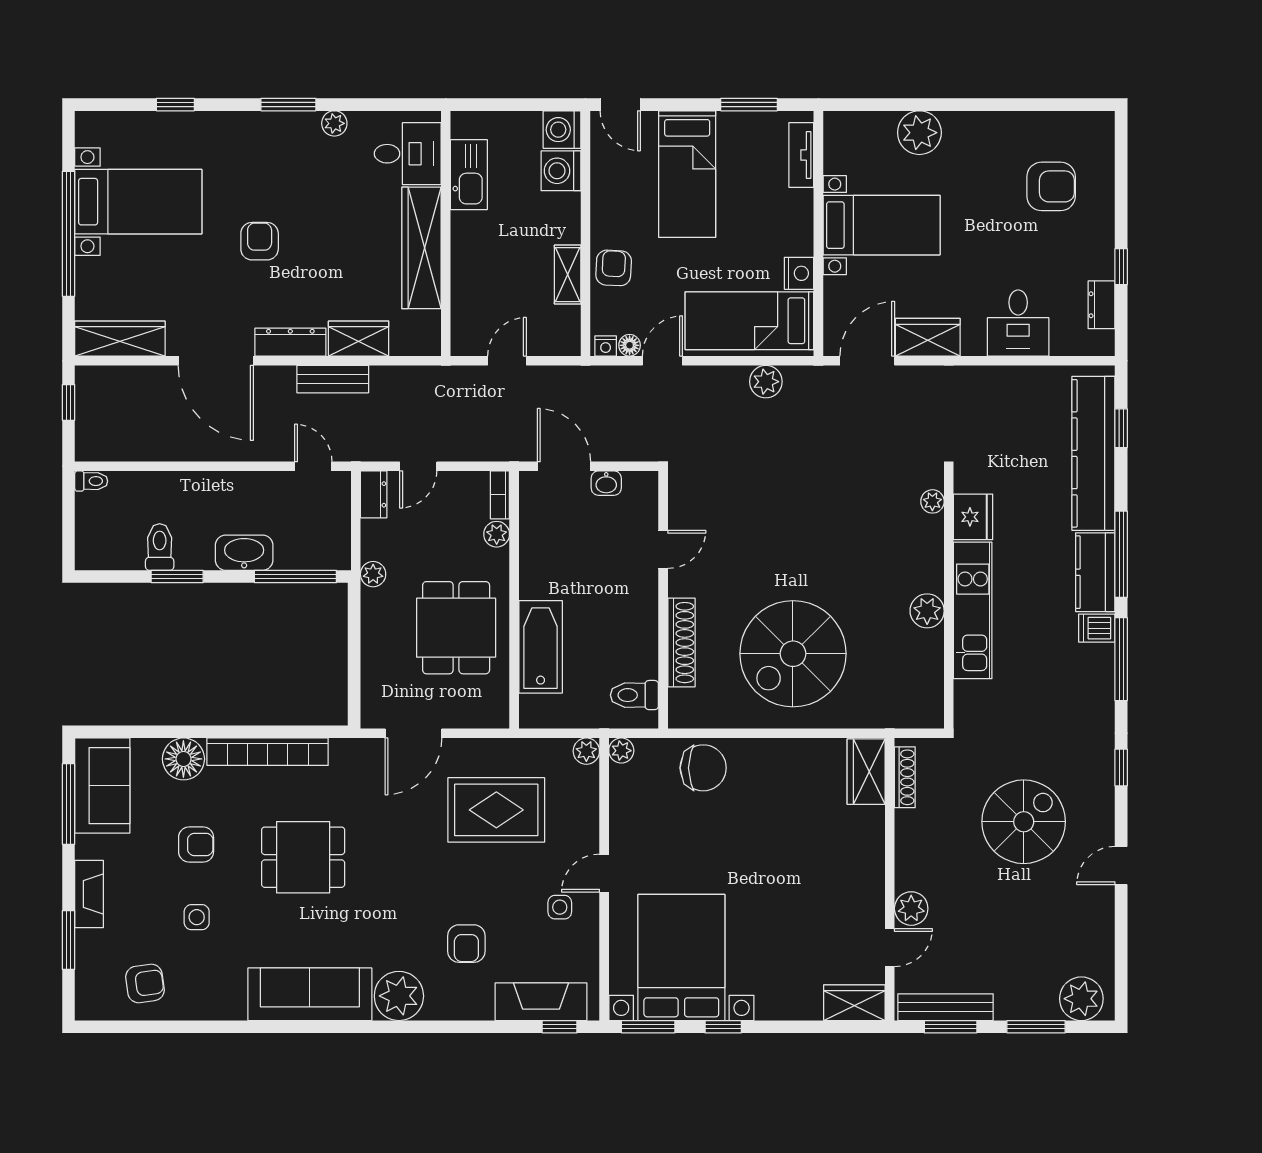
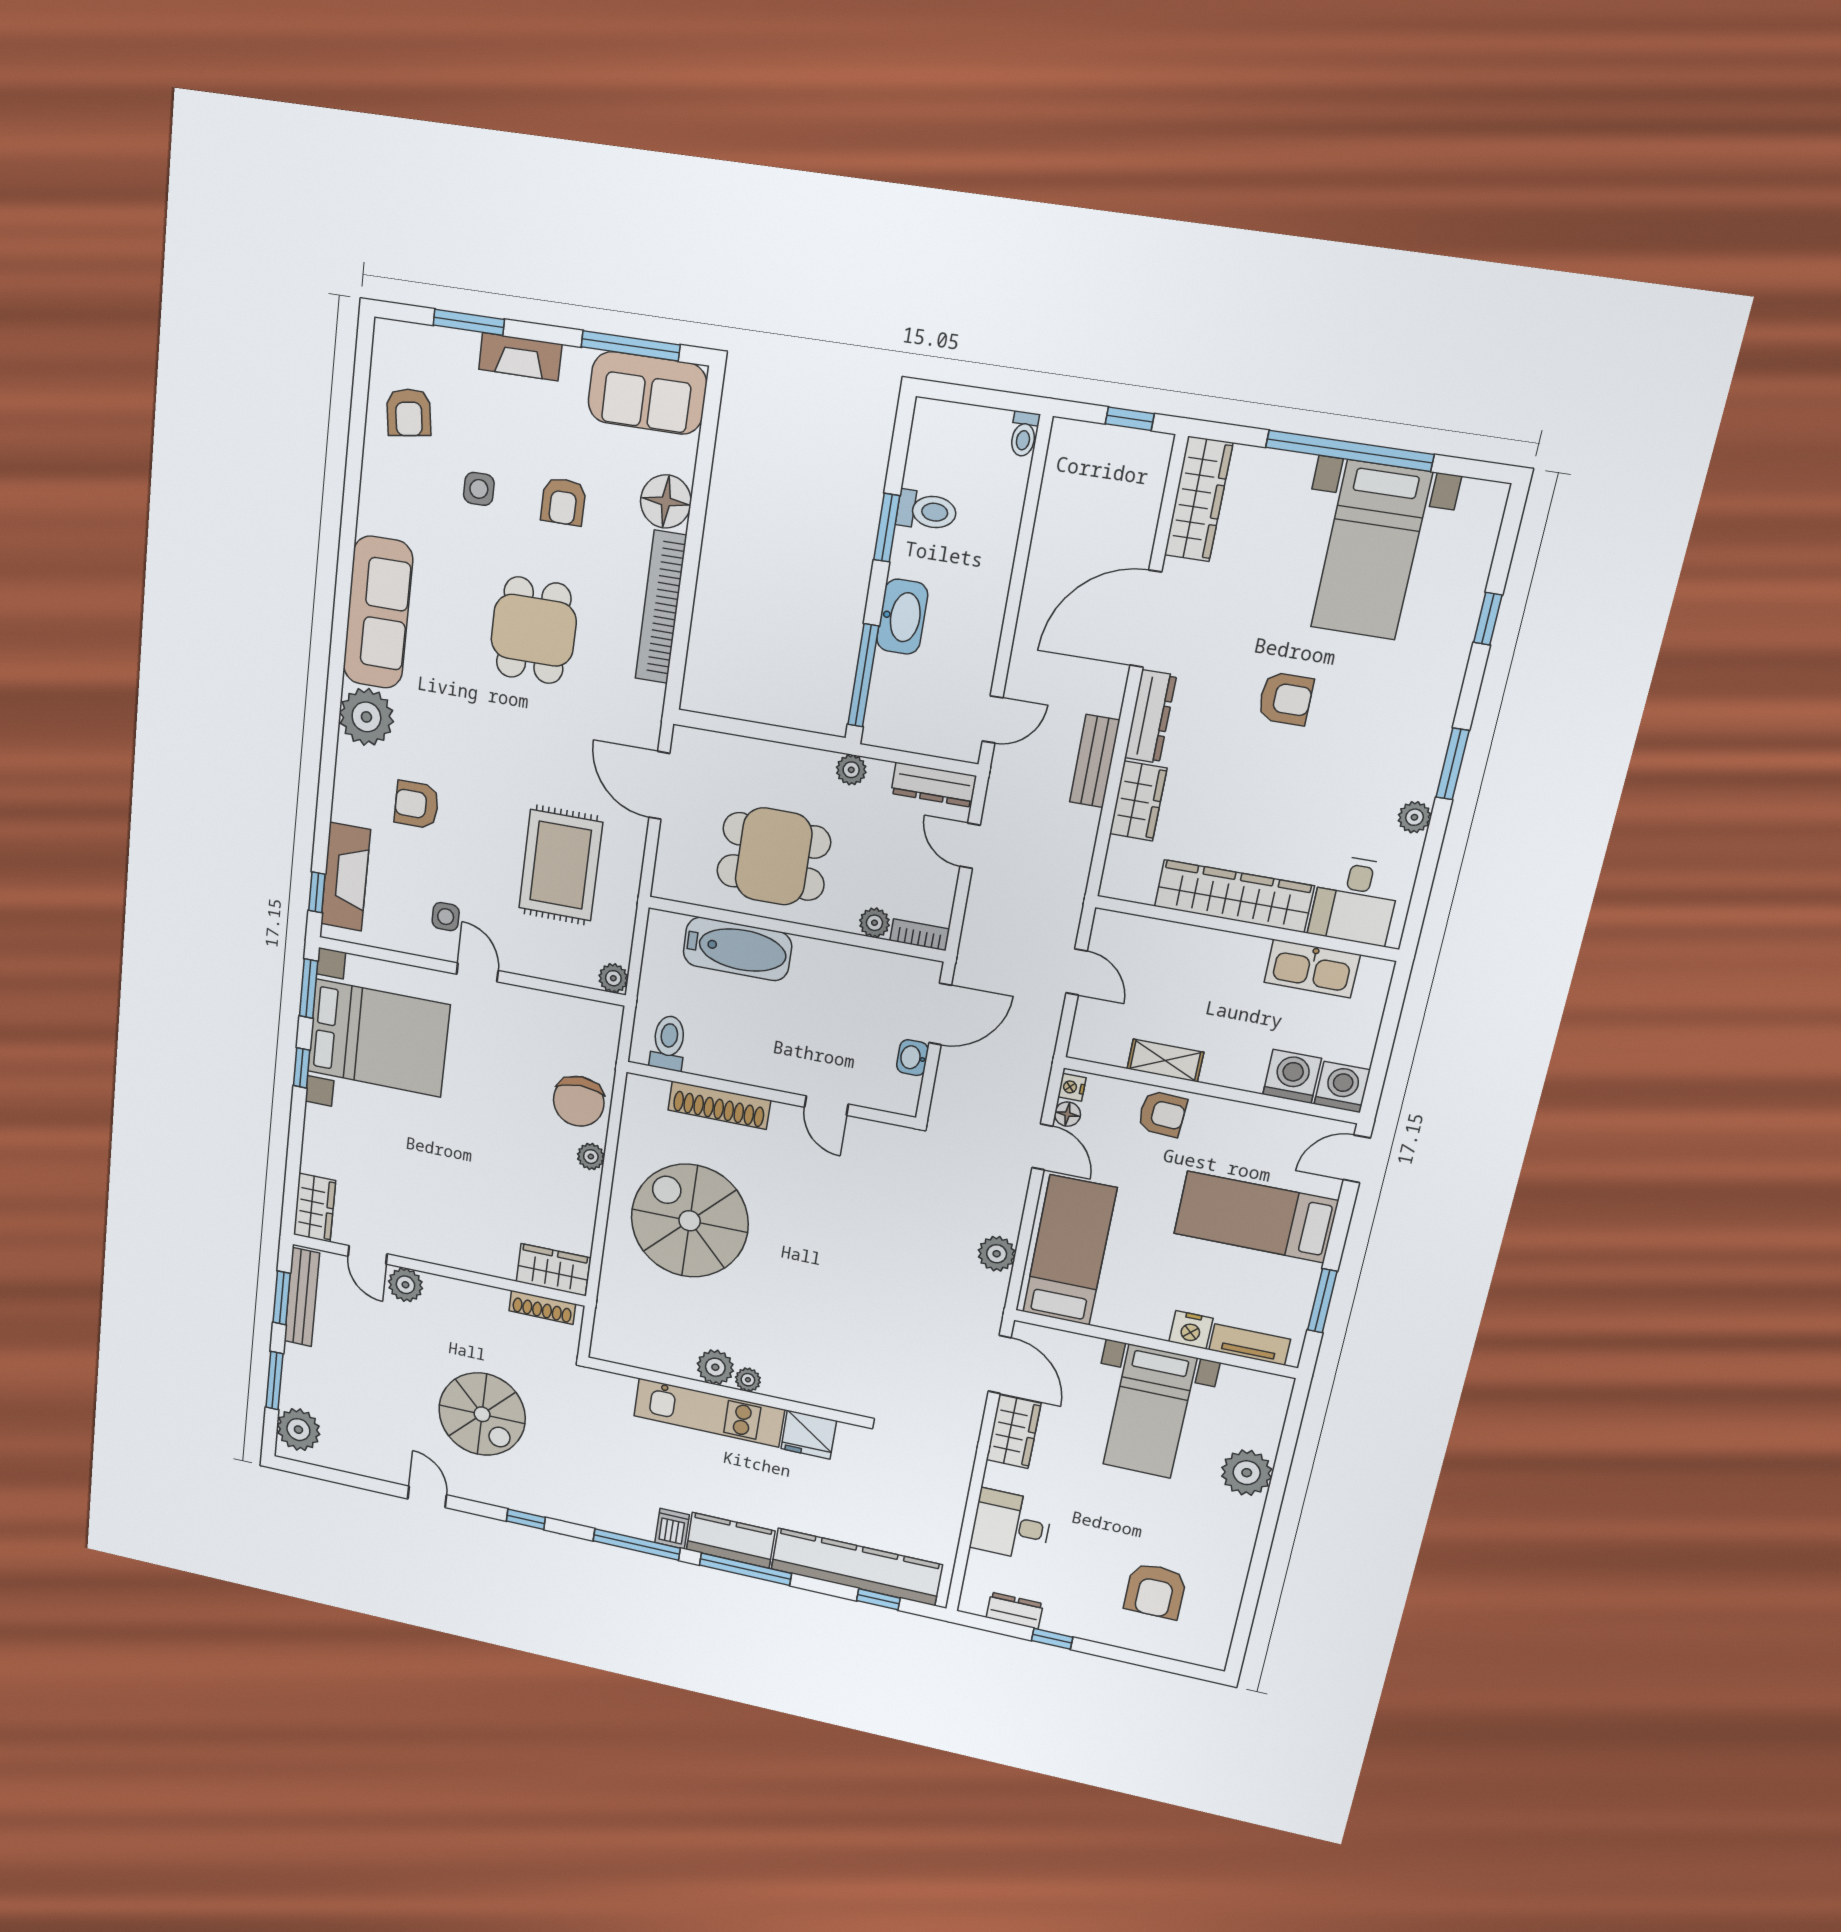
nightstand: (799, 273) -> (1191, 1330), moved
dresser: (374, 494) -> (934, 785), width x1.44
plant: (932, 501) -> (748, 1380), moved
plant: (621, 751) -> (591, 1157), moved

